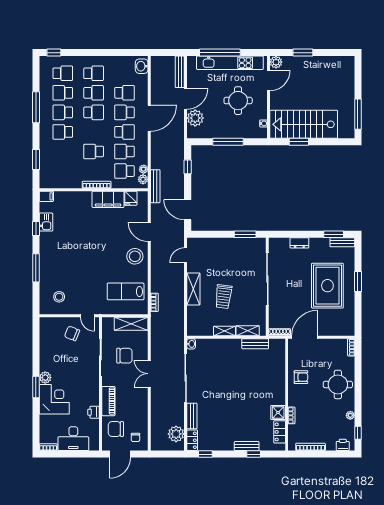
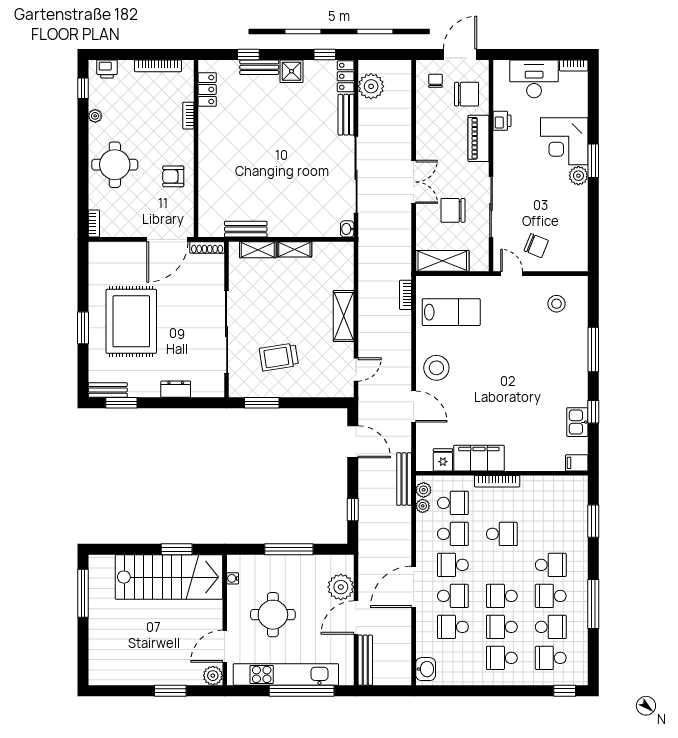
school desk: (63, 112) -> (551, 596), turned 180
trolley: (223, 297) -> (279, 357), moved, turned -106
shower: (278, 412) -> (291, 71), moved

